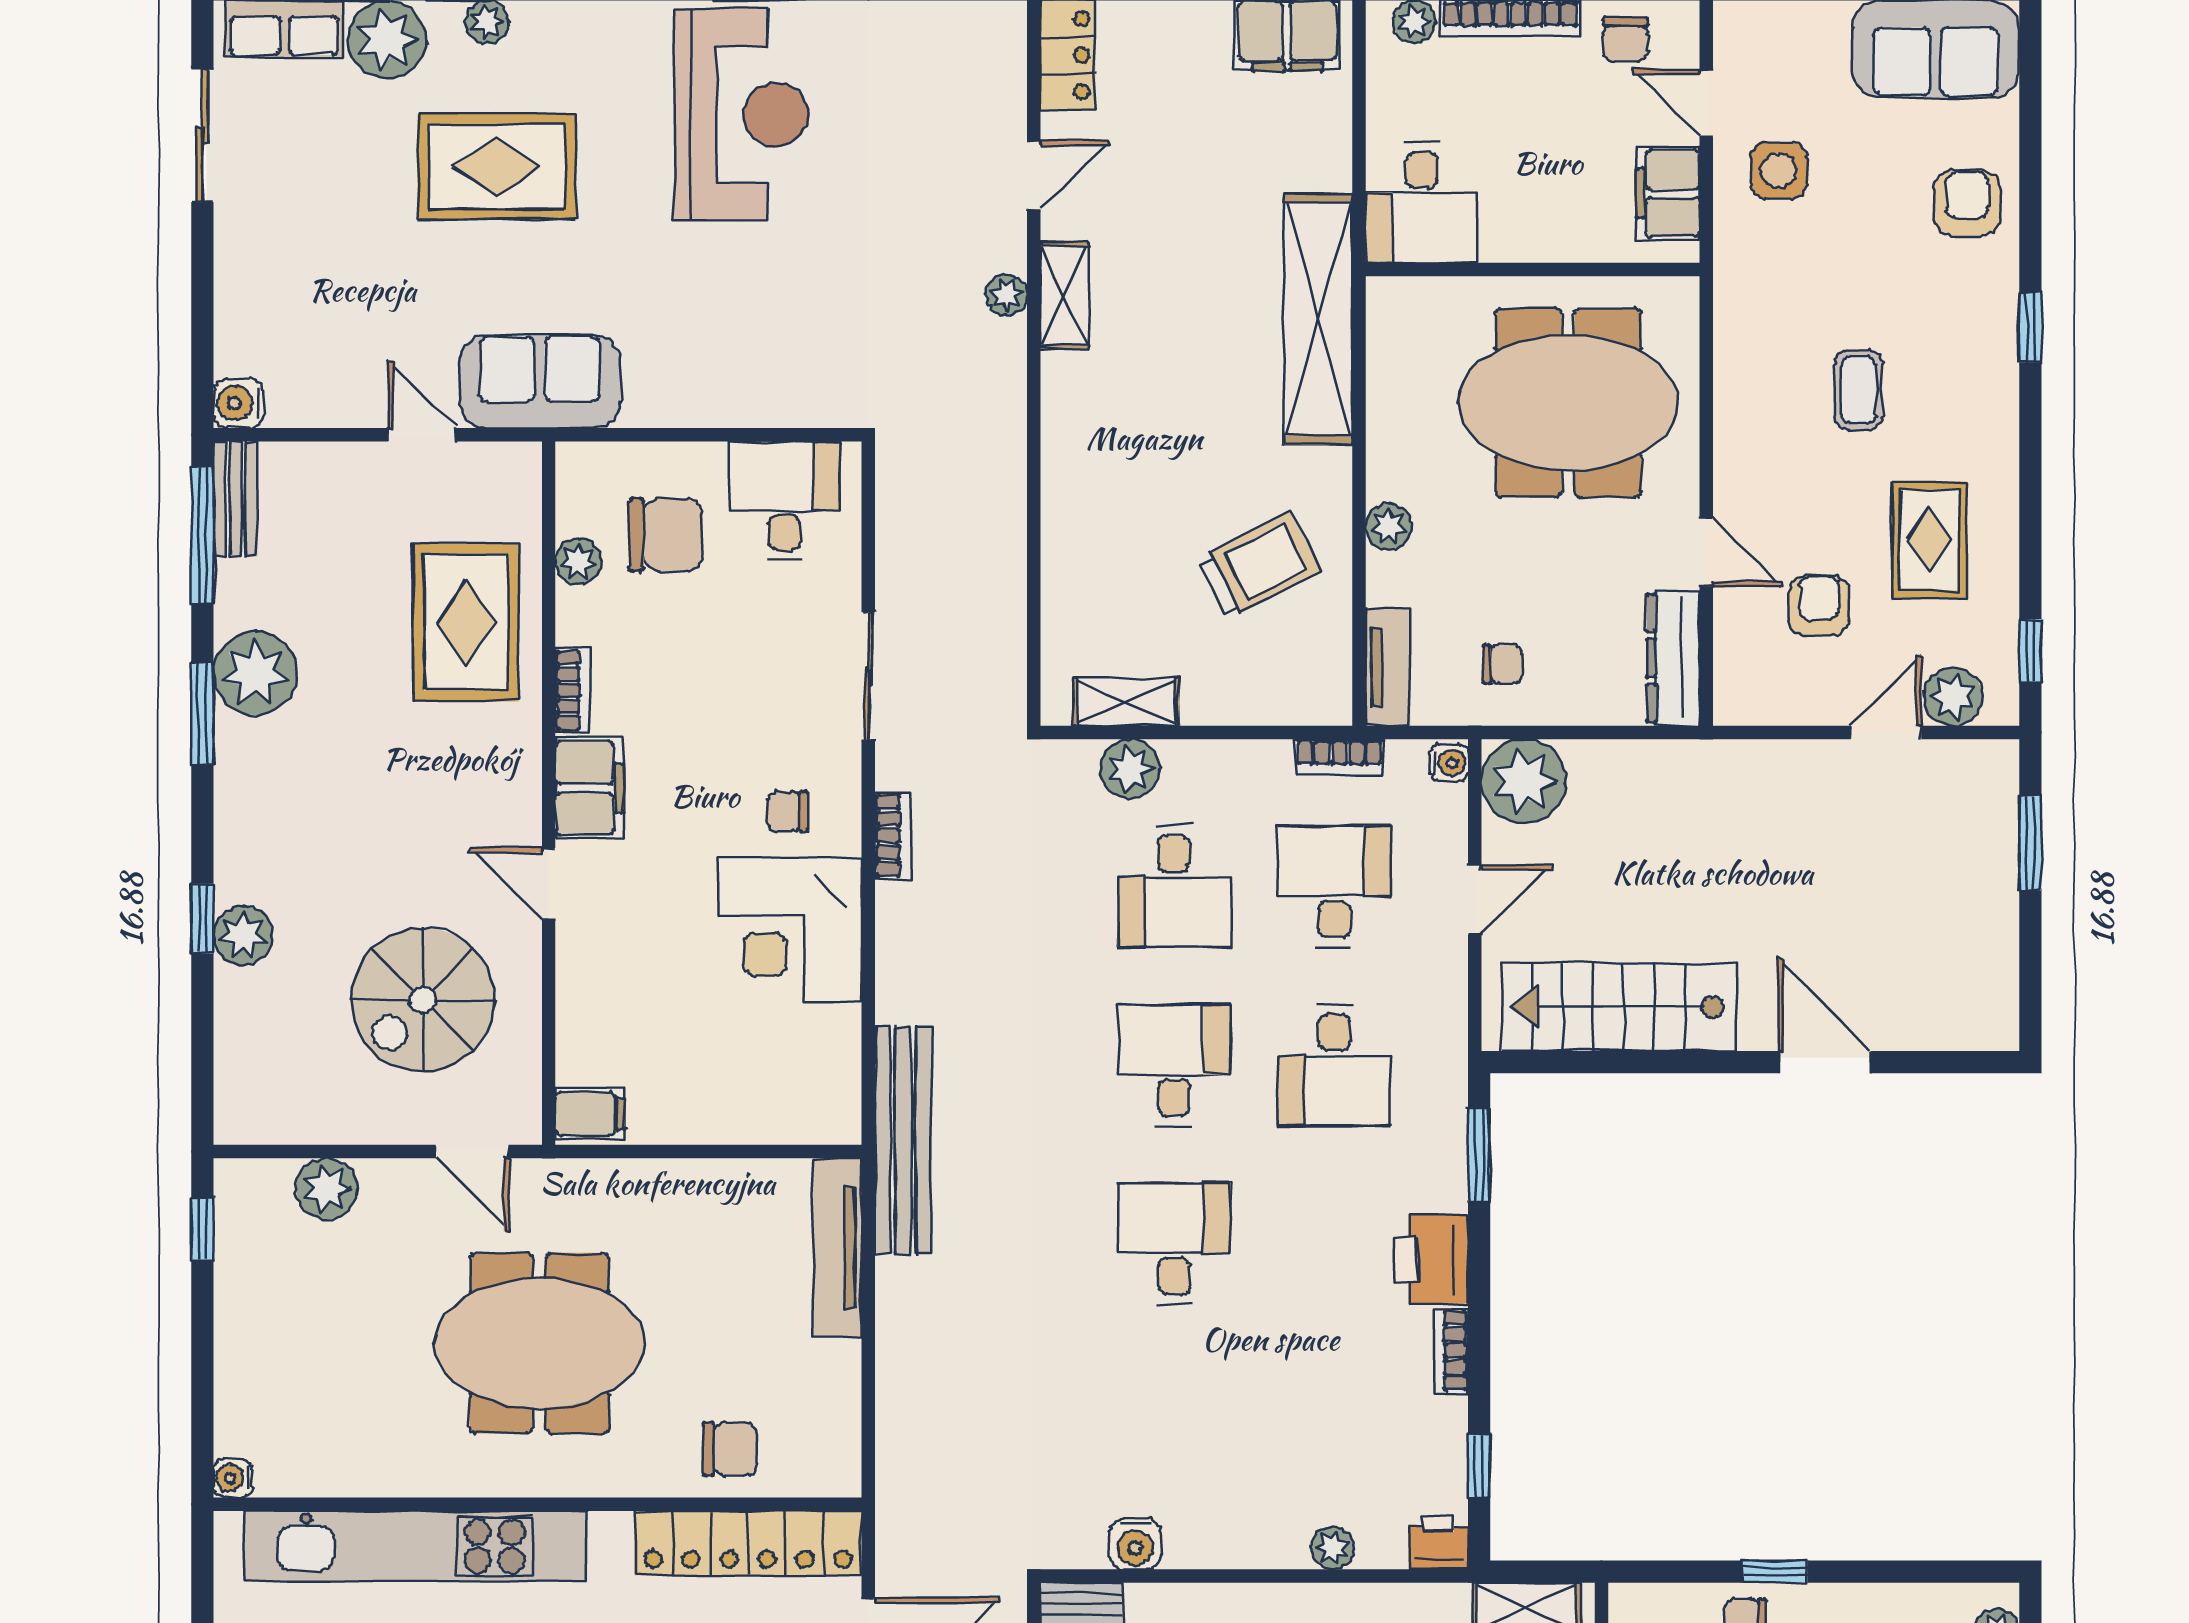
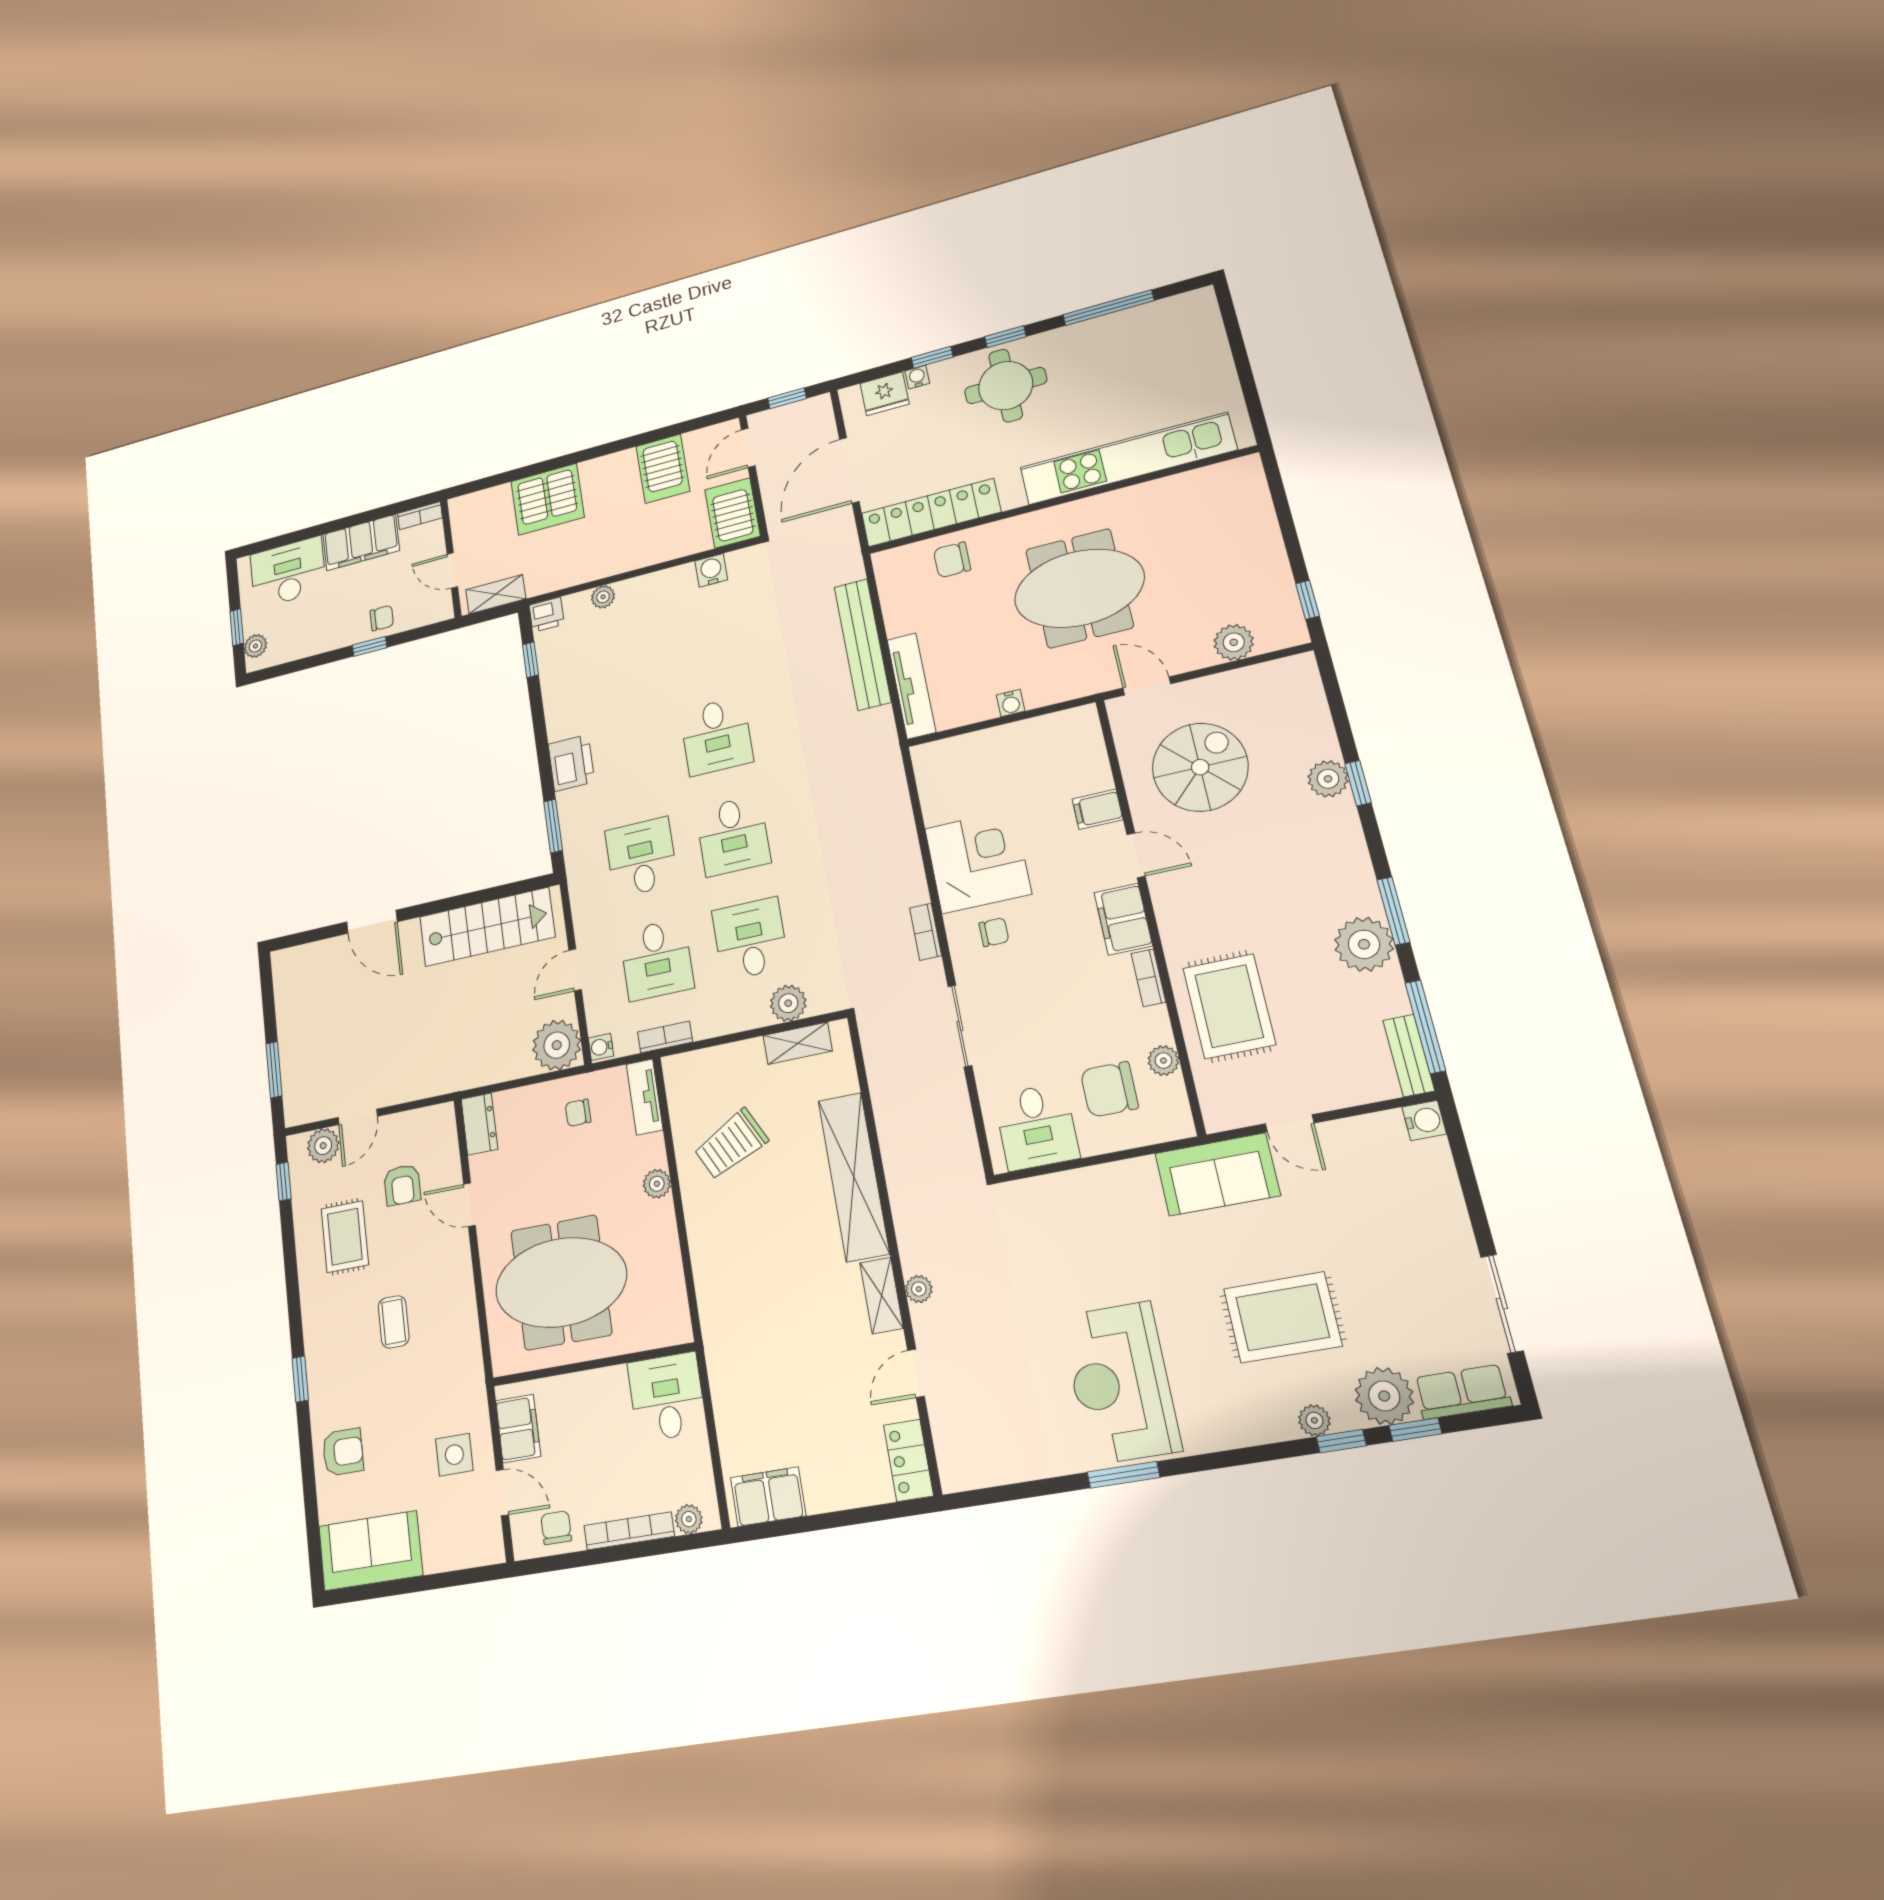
armchair: (1967, 203) -> (343, 1452), turned -90
shelving: (1318, 319) -> (854, 1177), moved
dresser: (1673, 658) -> (479, 1124), width x0.70
filing cabinet: (590, 1114) -> (1098, 809), moved
bench: (903, 1140) -> (863, 644), moved
bookcase: (1451, 1350) -> (554, 717), removed
water cooler: (233, 1478) -> (1011, 703), moved, turned 90

